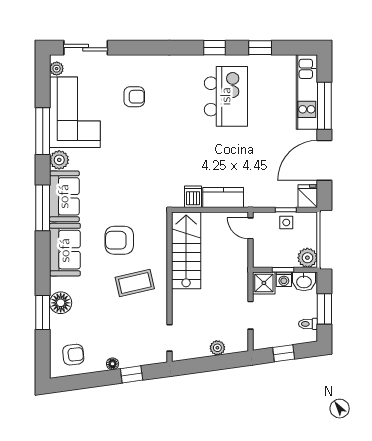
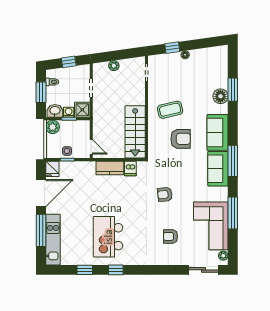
plant: (59, 160) -> (221, 193), removed
armchair: (73, 355) -> (165, 194), moved

